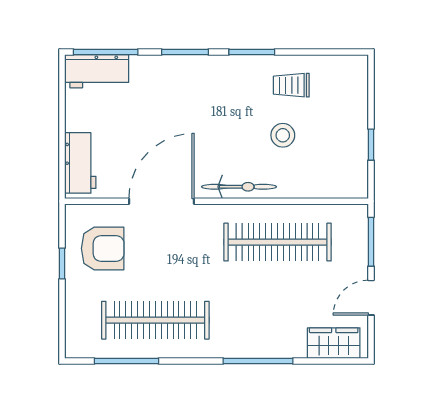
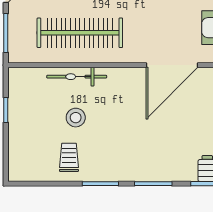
trolley: (291, 85) -> (69, 157), turned -90
bicycle: (239, 187) -> (77, 77), moved

